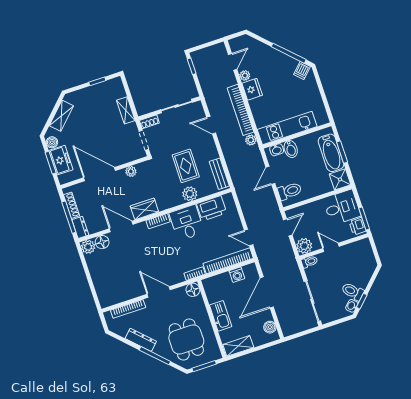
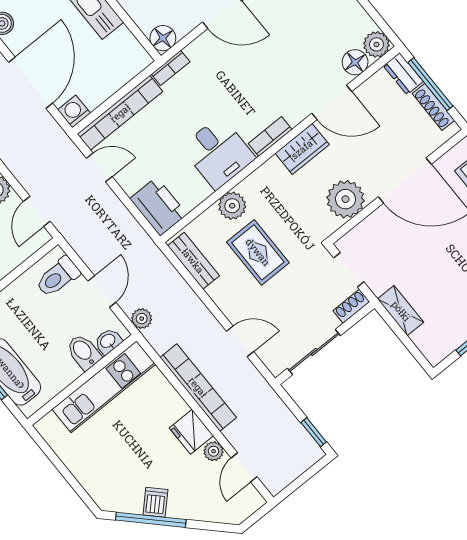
dishwasher: (302, 70) -> (155, 502), moved
plant: (251, 140) -> (142, 319), moved
plant: (131, 171) -> (346, 199), width x1.88, depth x1.88
printer: (212, 208) -> (158, 207), moved, turned 90
washing machine: (237, 275) -> (74, 111), moved

